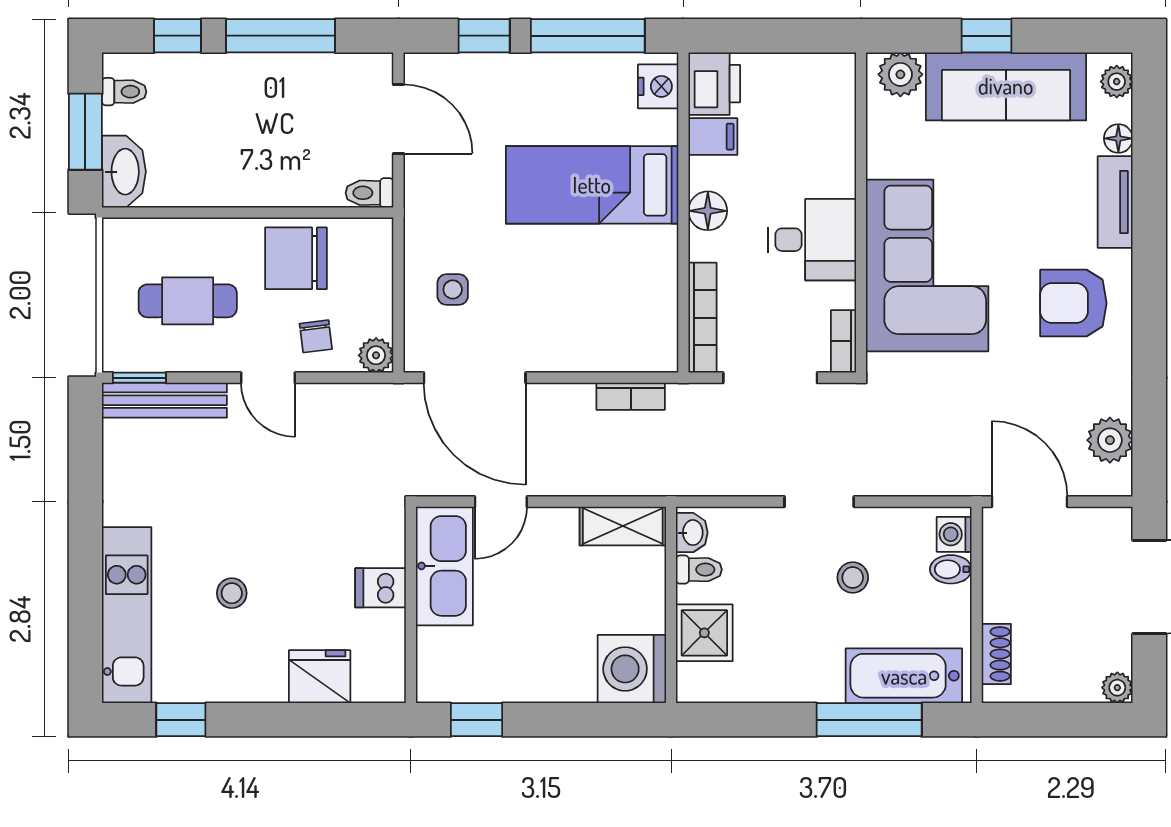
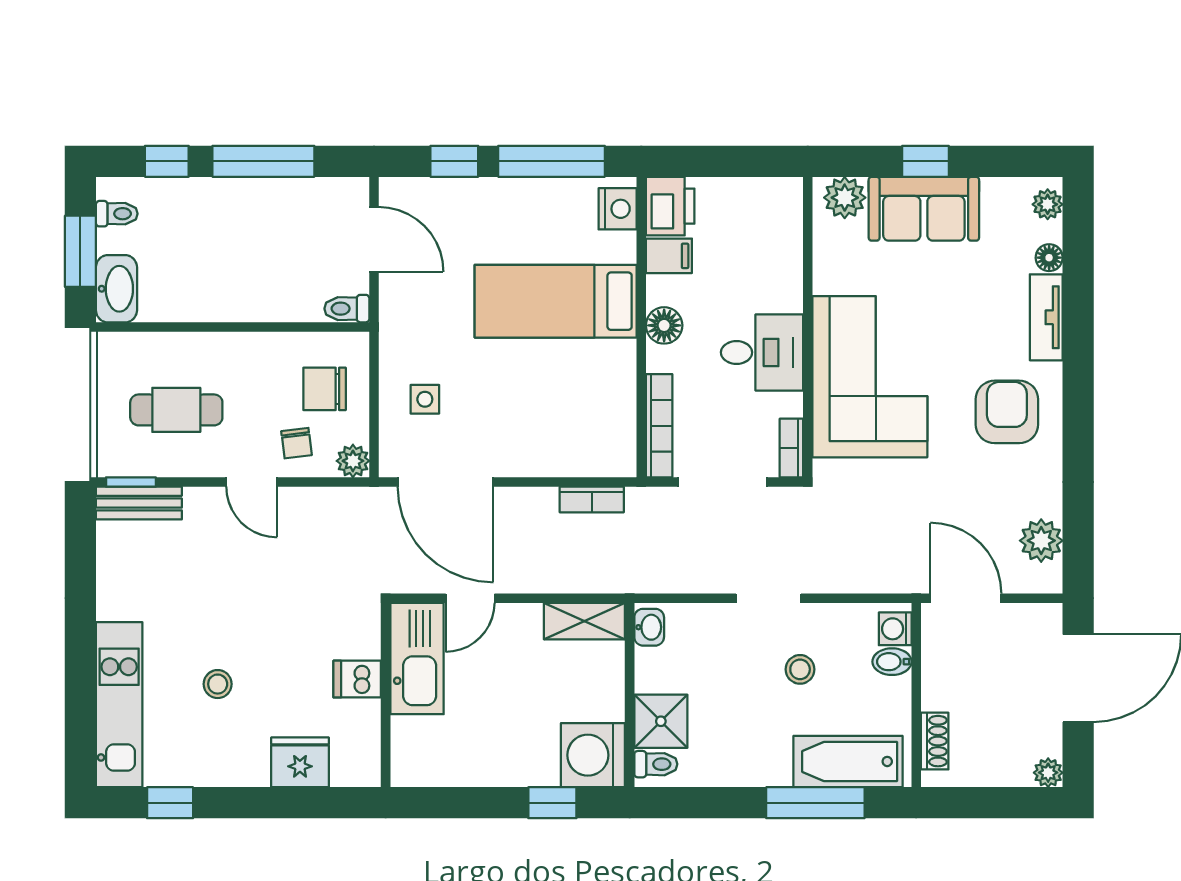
sofa: (1006, 86) -> (924, 209), width x0.73
chair: (296, 258) -> (325, 389), moved, width x0.73, depth x0.73
armchair: (1073, 303) -> (1007, 412), turned 90
bench: (164, 400) -> (139, 503), width x0.73
toilet: (699, 570) -> (656, 764), moved
window: (477, 720) -> (552, 803), moved

